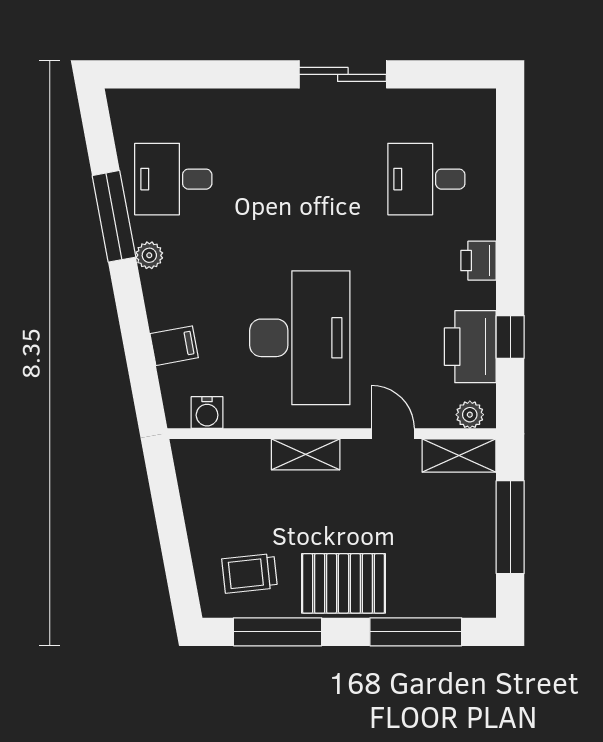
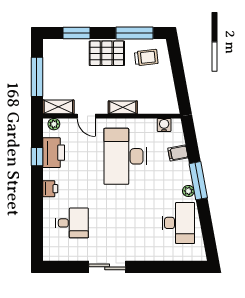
desk: (173, 179) -> (178, 223), width x1.37
window: (114, 216) -> (198, 181), moved
window: (416, 632) -> (77, 33), width x0.69

